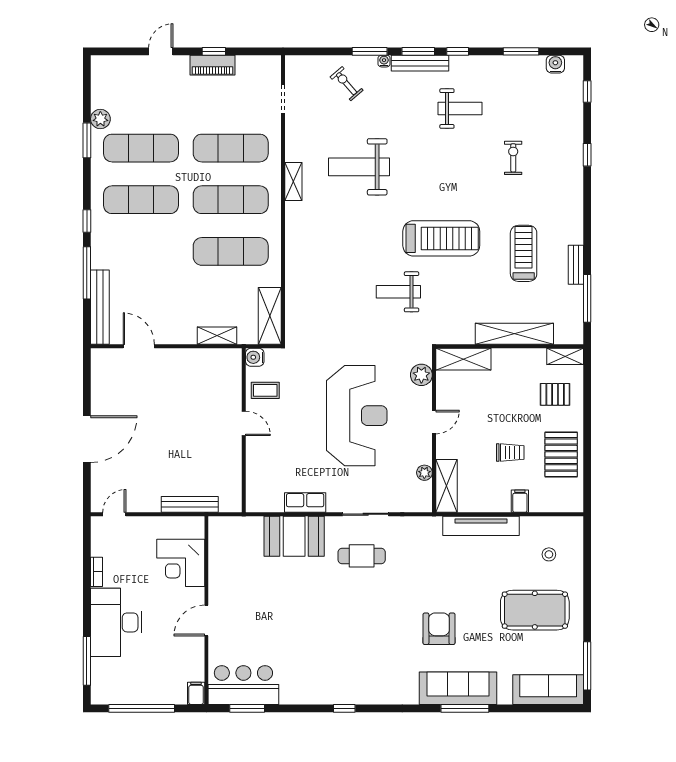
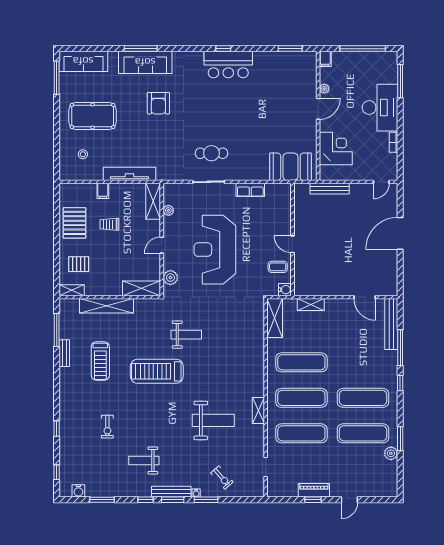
booth: (294, 536) -> (290, 167), moved
plant: (197, 650) -> (324, 89), added
bar counter: (243, 685) -> (228, 65), moved

